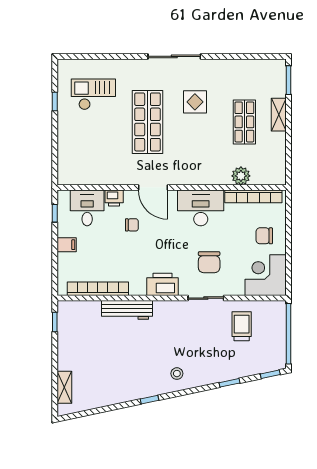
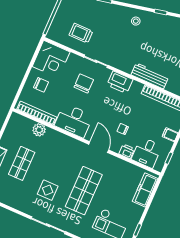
freezer: (68, 158) -> (145, 190), added
trolley: (242, 326) -> (81, 33), turned 90

